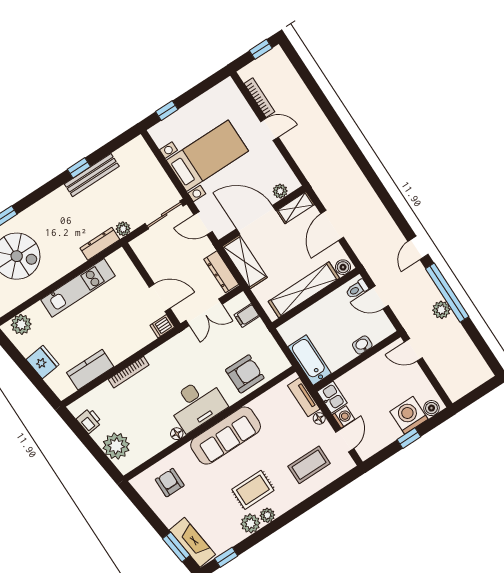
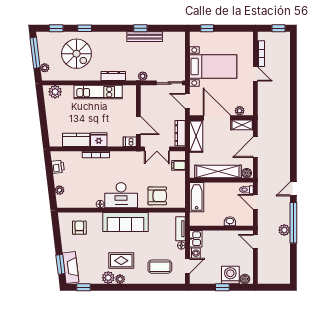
dresser: (100, 244) -> (113, 76), moved
bathtub: (310, 360) -> (197, 197), moved
fridge: (43, 362) -> (99, 140), moved, turned -83
plant: (116, 446) -> (60, 190), width x0.53, depth x0.53

